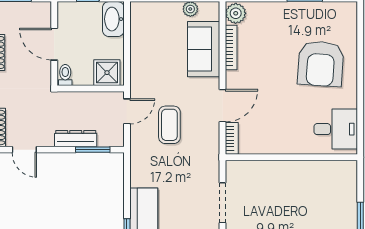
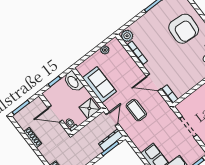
sofa: (204, 49) -> (99, 85), moved, turned 180
door: (223, 106) -> (154, 83), swing flipped
dresser: (76, 139) -> (111, 140), moved

